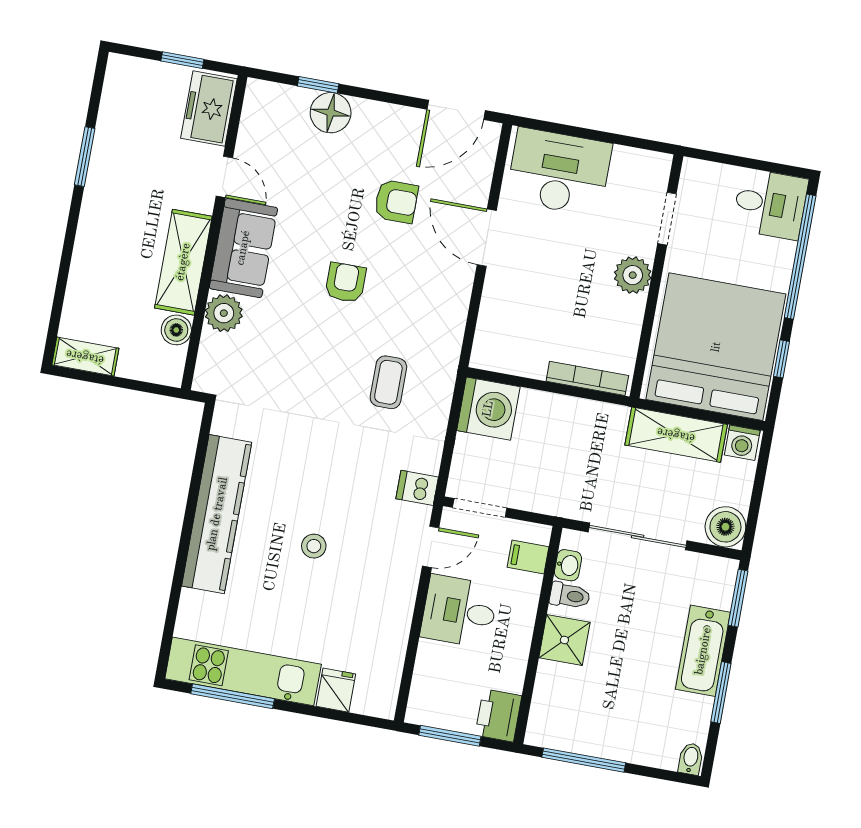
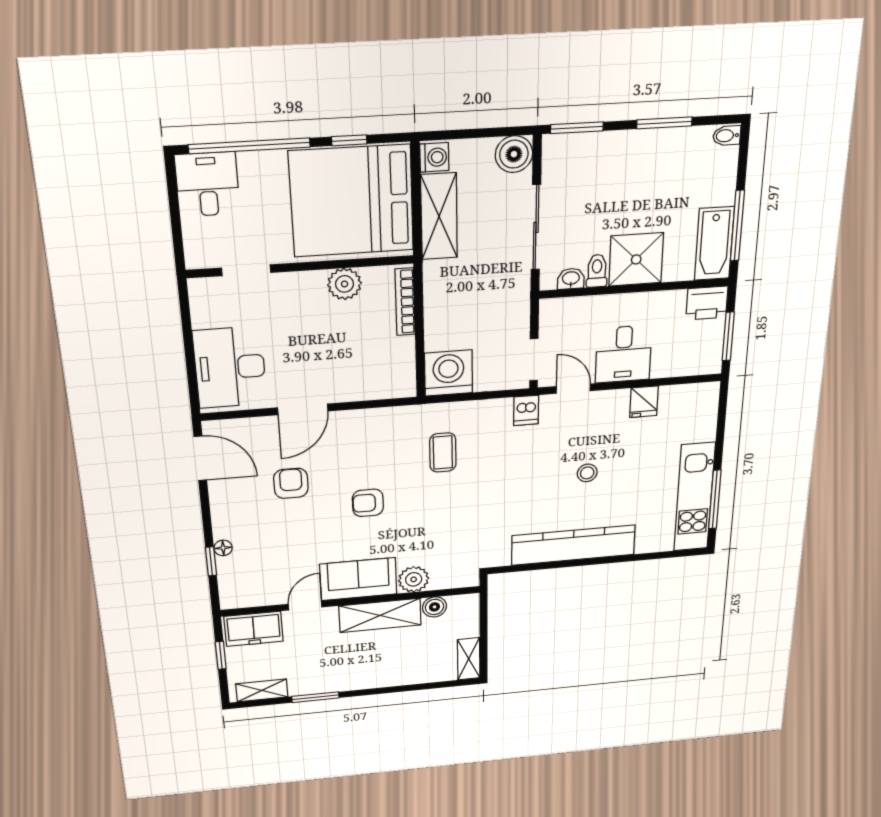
shelving: (115, 95) -> (262, 690), added
floor lamp: (331, 113) -> (223, 548), width x0.53, depth x0.53
plant: (633, 275) -> (345, 284), moved
coffee table: (388, 382) -> (443, 452), turned 90
filing cabinet: (528, 557) -> (569, 312), removed
shower: (564, 640) -> (636, 259), width x1.36, depth x1.36
bathtub: (703, 651) -> (714, 244), moved, turned 90
fridge: (336, 690) -> (644, 402), moved, turned -90

